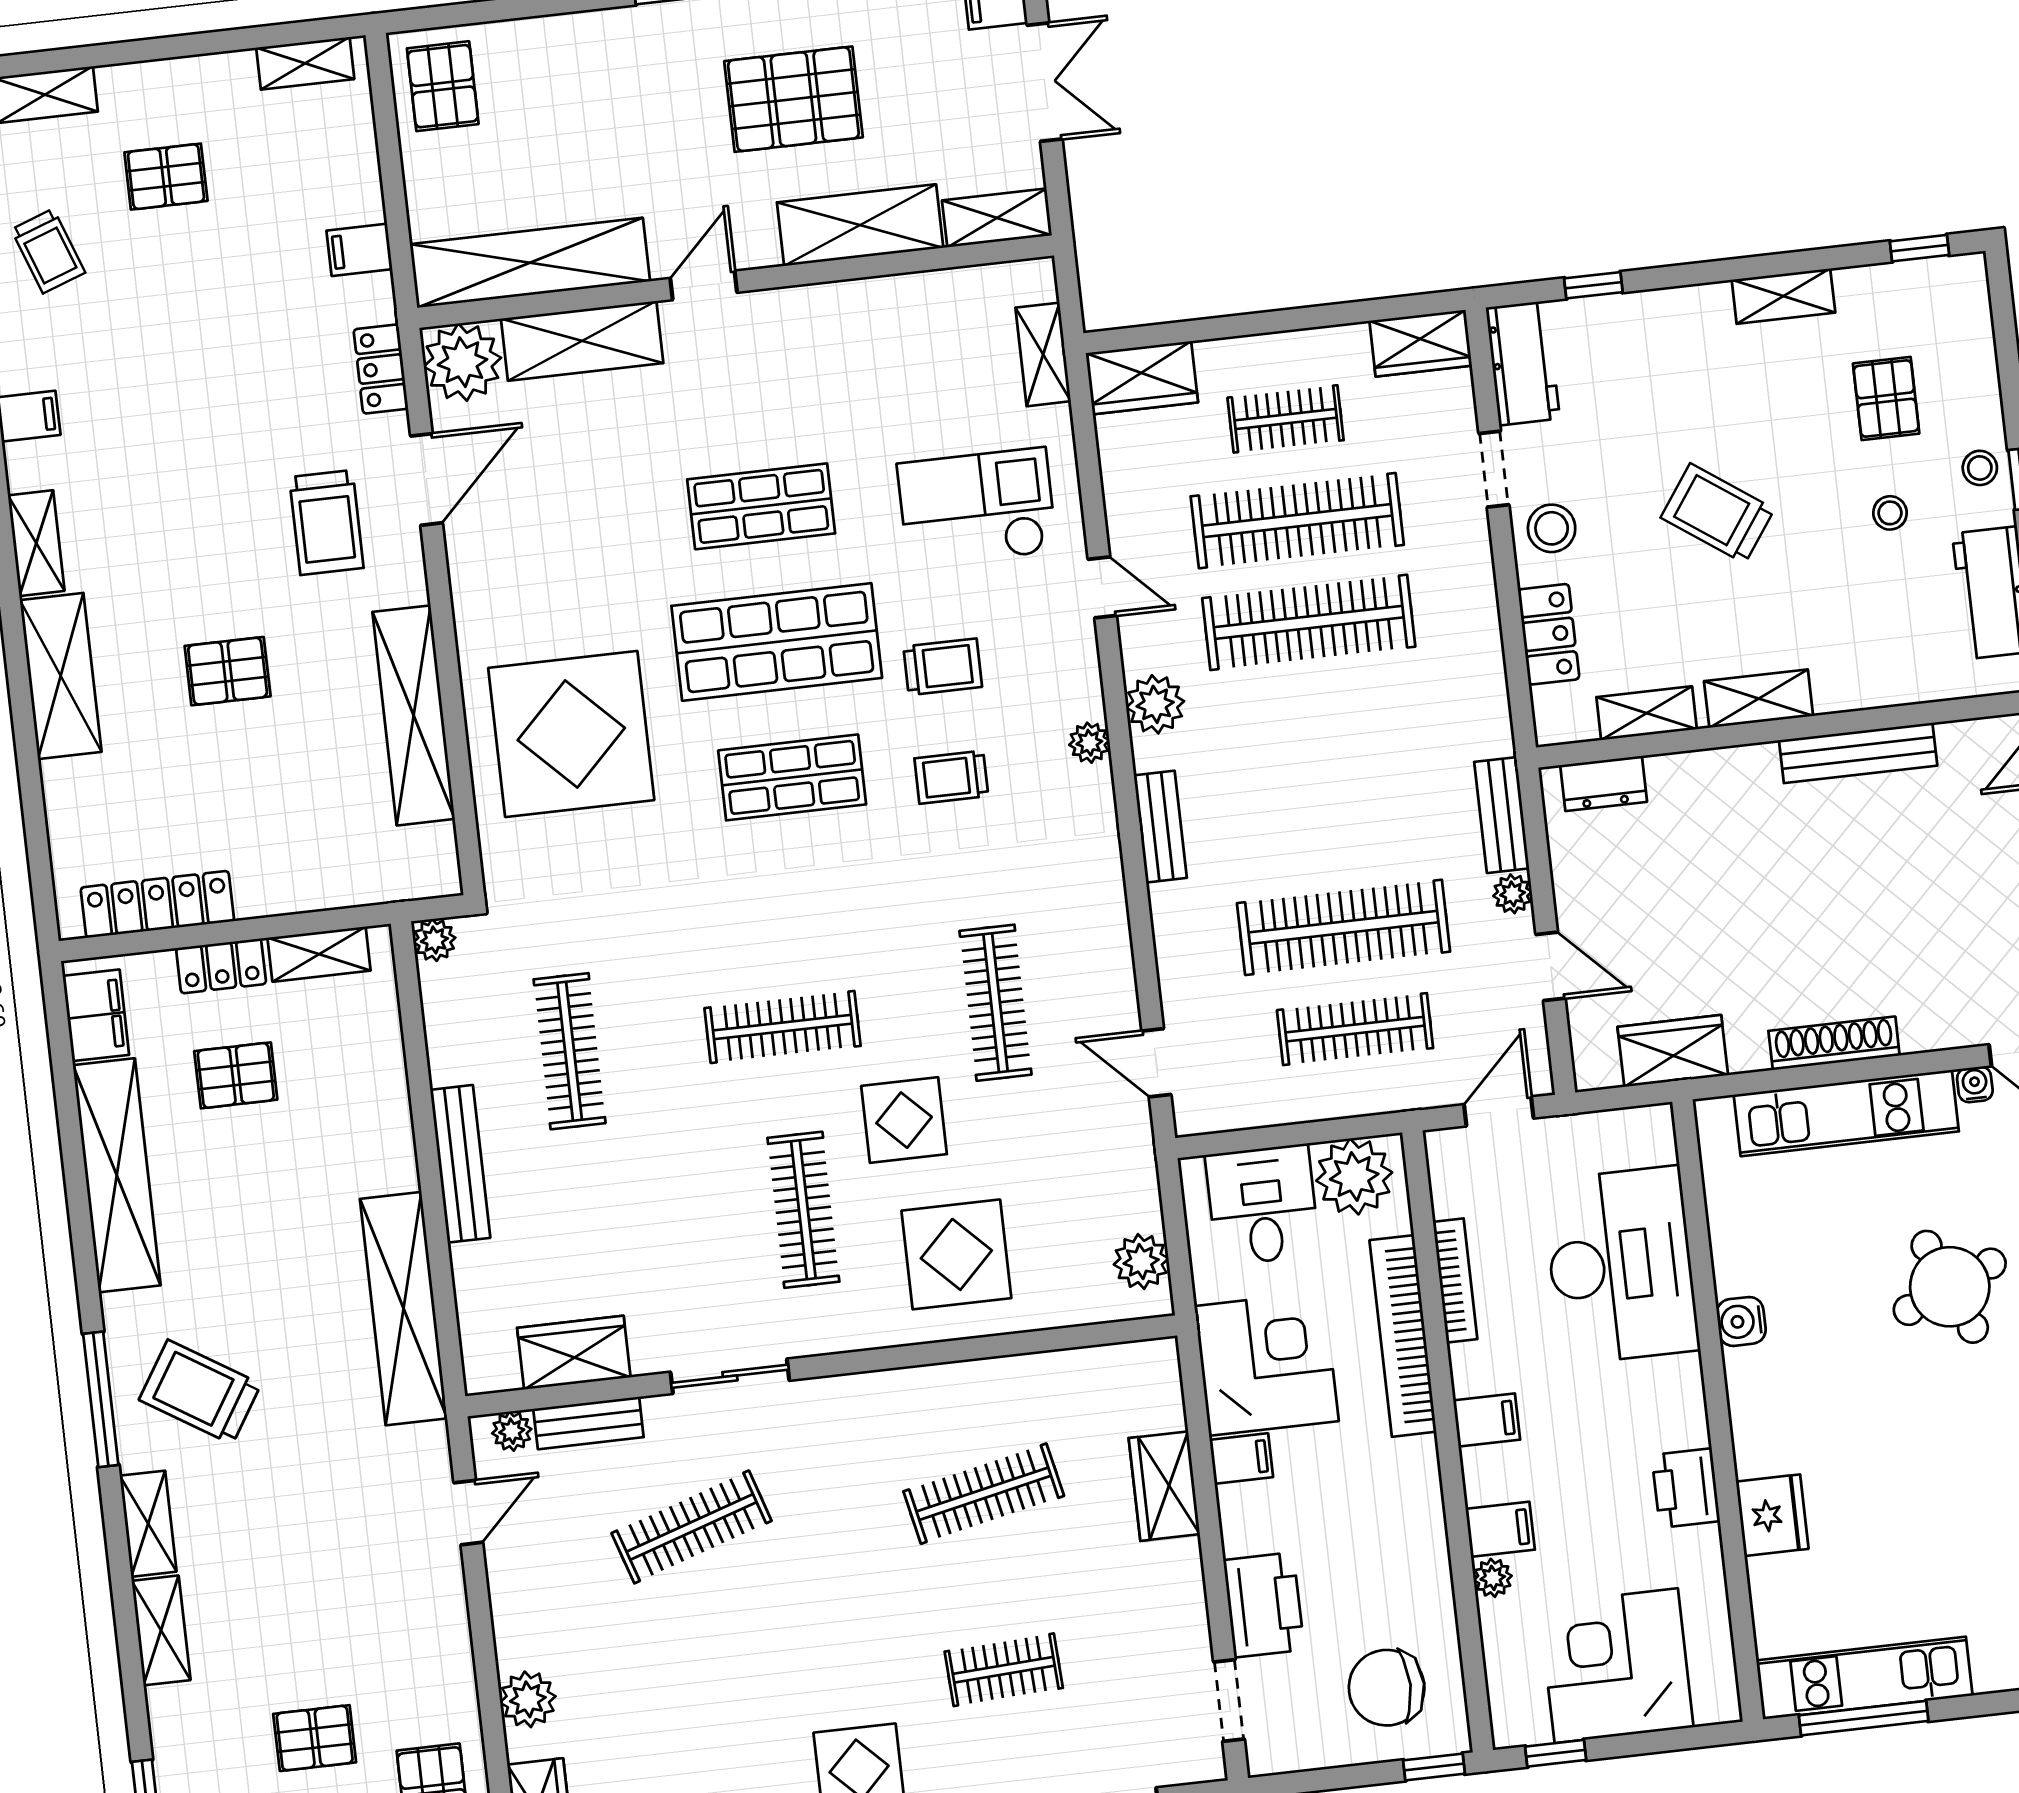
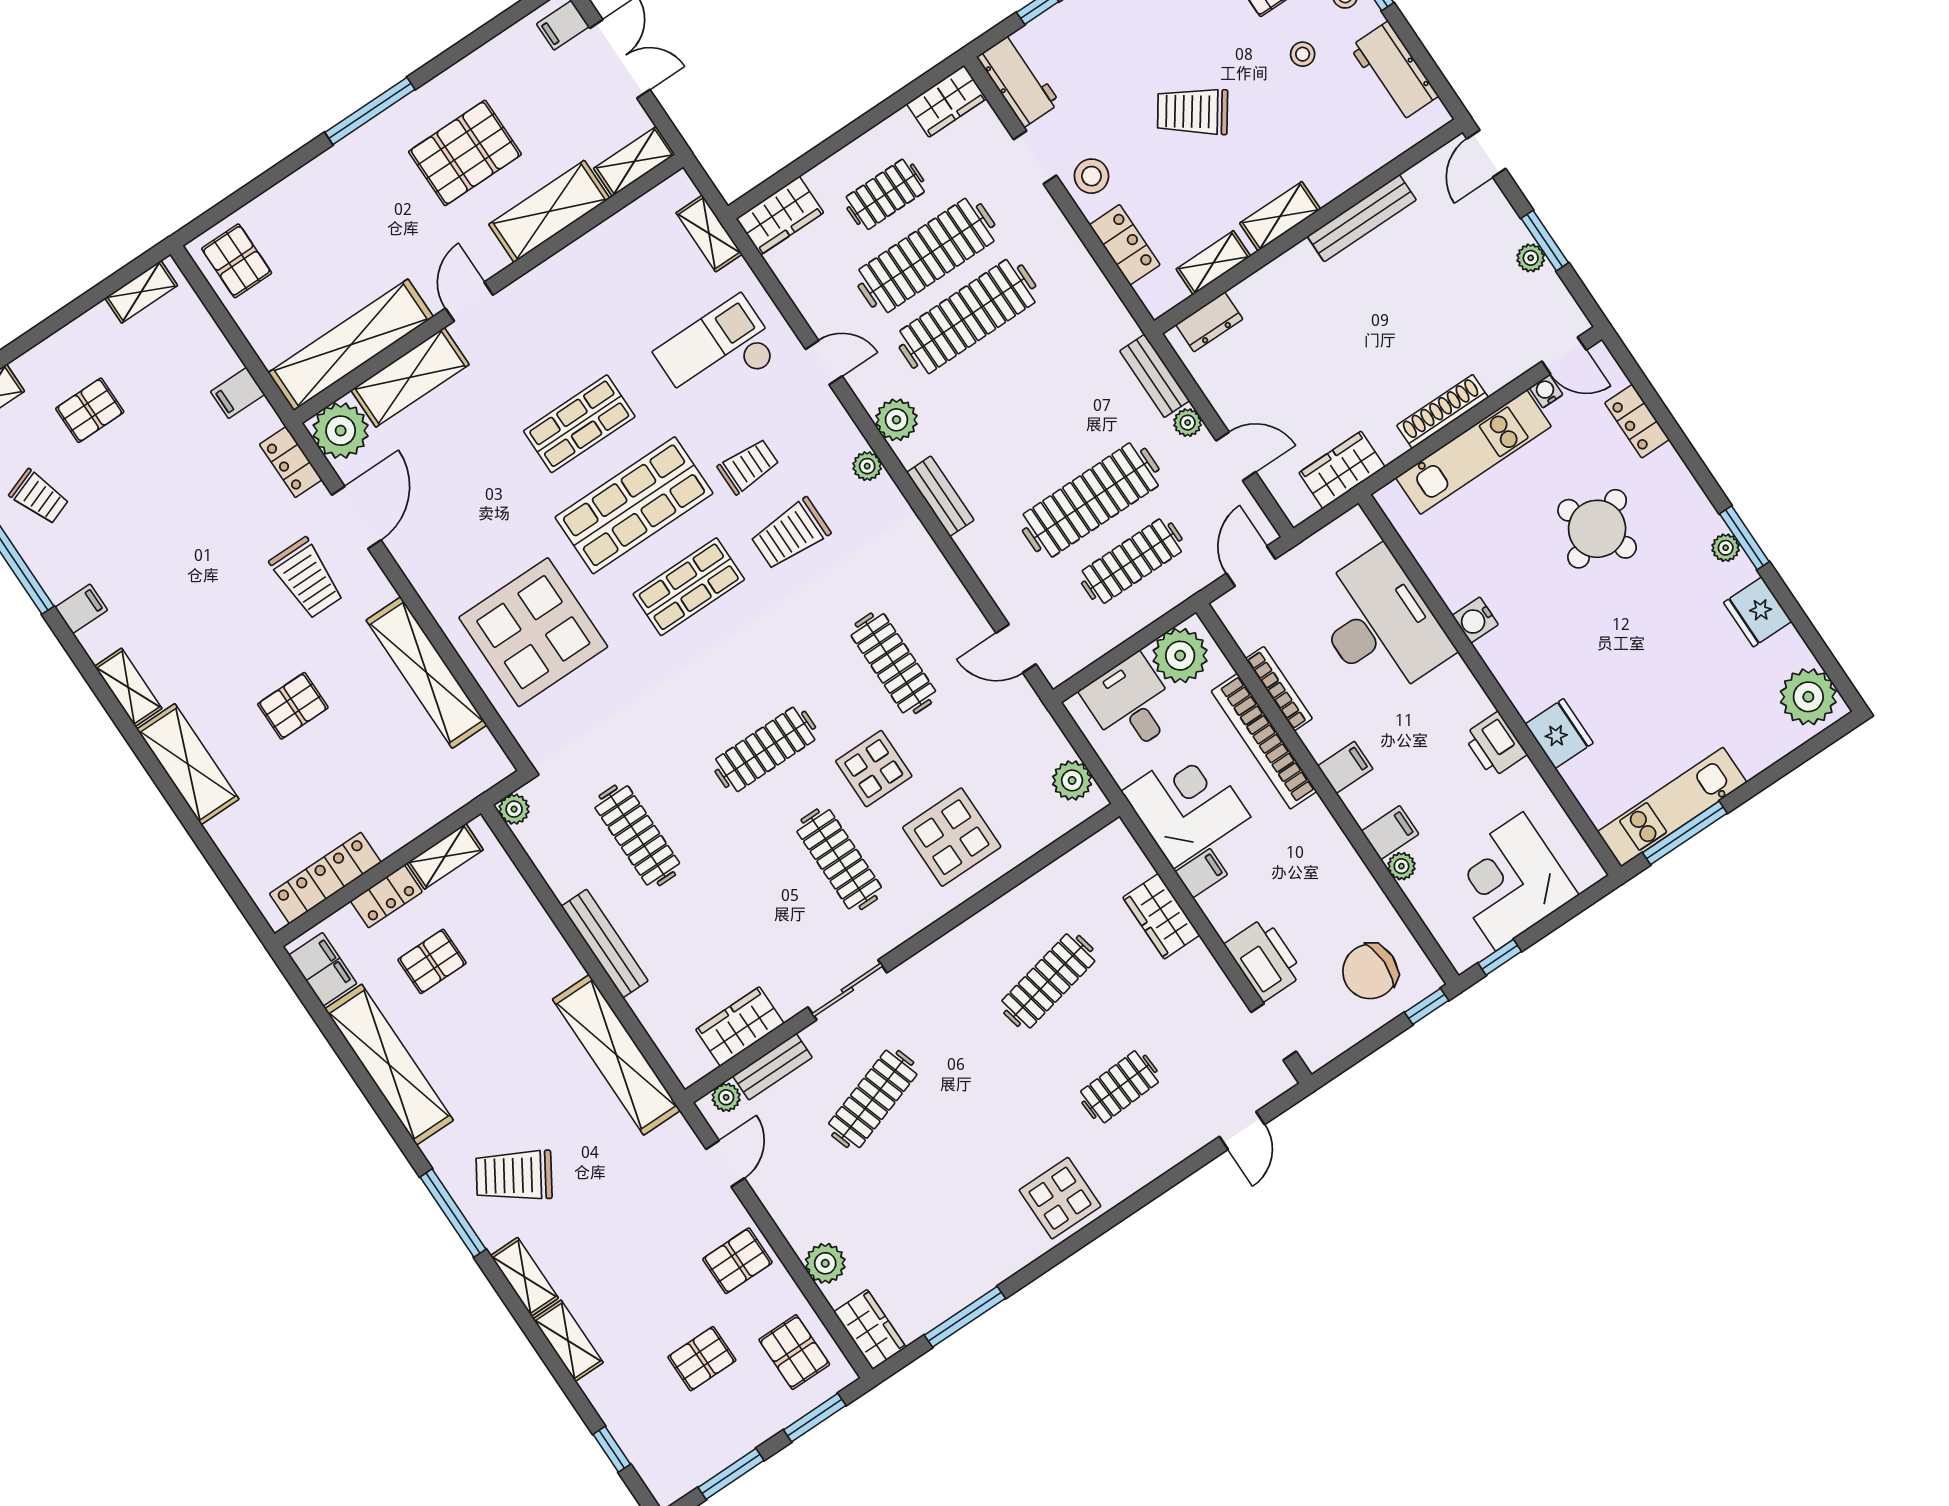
trolley: (951, 777) -> (790, 534), width x1.36, depth x1.39
pallet: (421, 1640) -> (737, 1261), added

